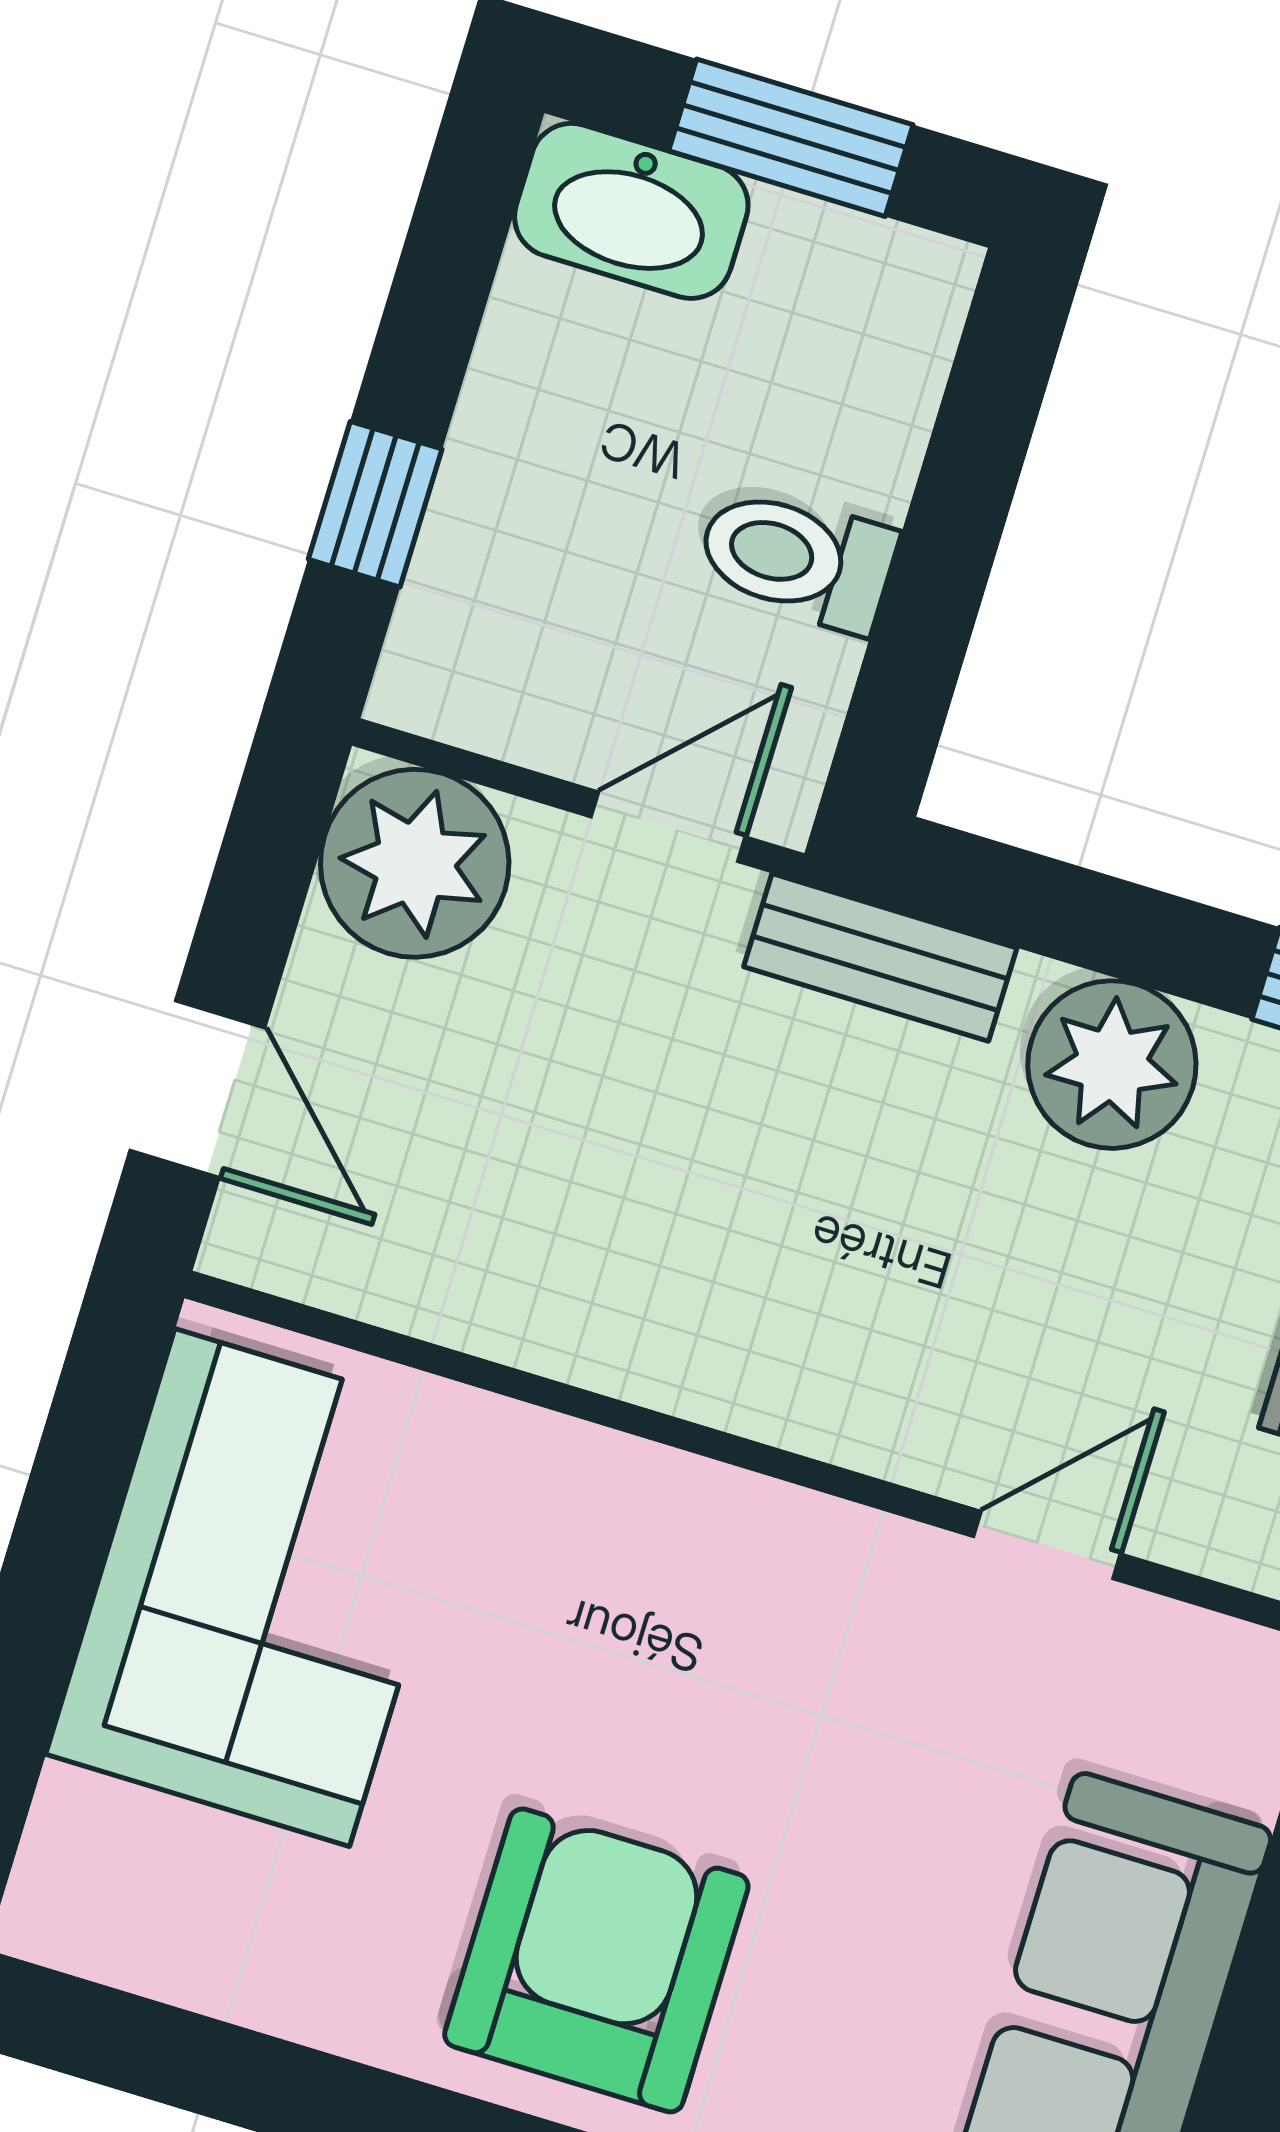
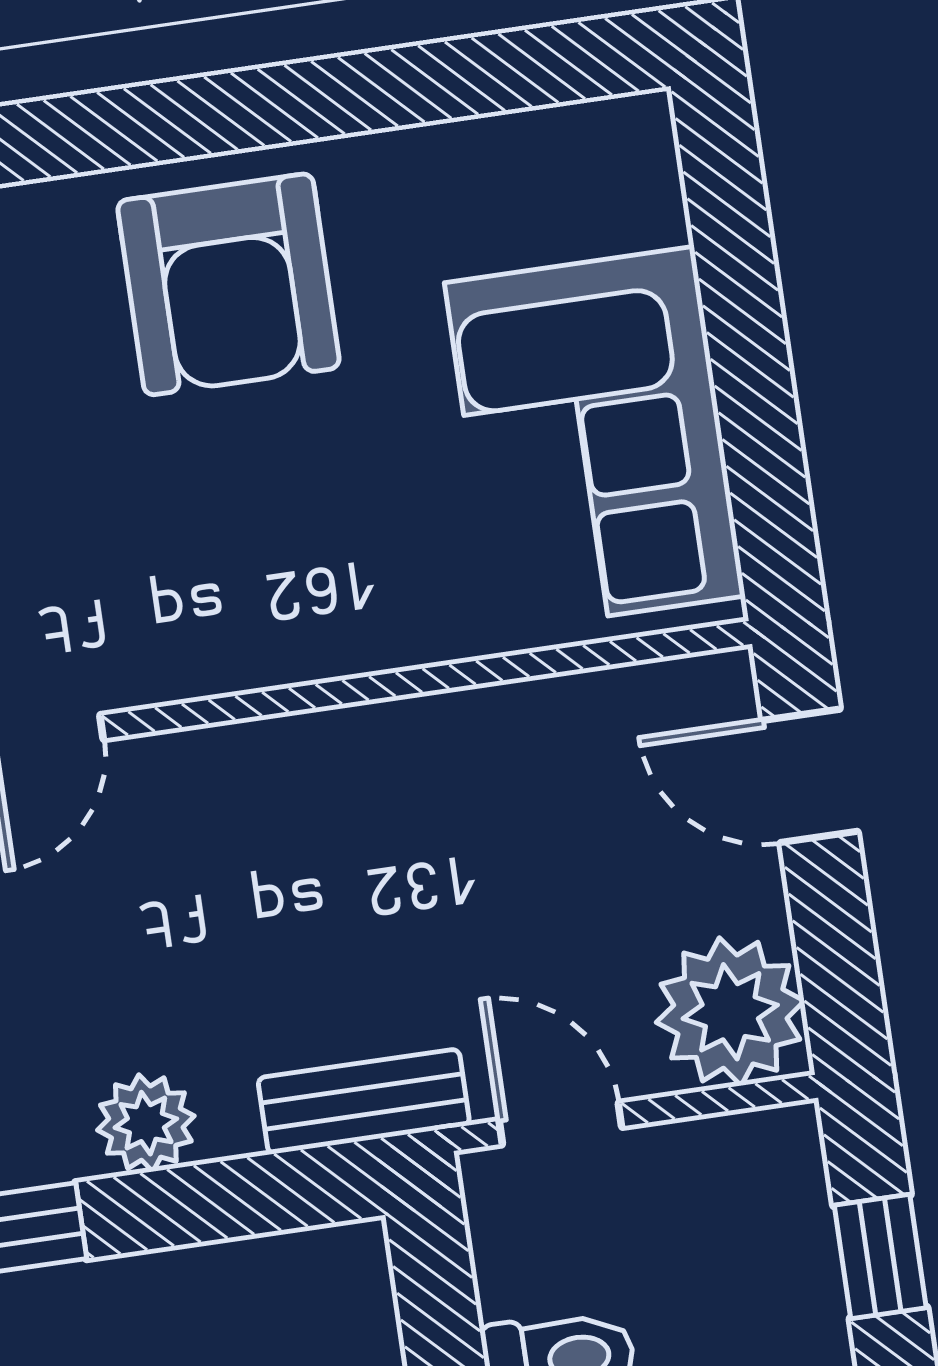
door: (668, 827) -> (560, 1124), swing flipped
plant: (1112, 1065) -> (146, 1123), width x0.73, depth x0.73

